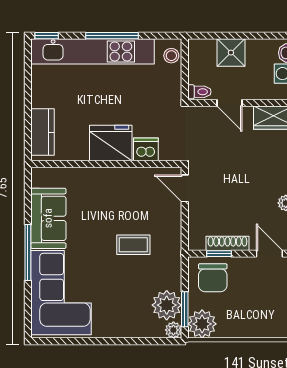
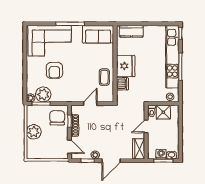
shower: (231, 53) -> (163, 112), moved
door: (185, 188) -> (90, 104), moved
sofa: (48, 218) -> (98, 34), moved
coffee table: (133, 245) -> (104, 77), moved
door: (269, 254) -> (69, 147), hinge flipped
chair: (213, 278) -> (57, 118), turned 90
armchair: (119, 283) -> (54, 70), added
plant: (202, 324) -> (34, 132), moved

